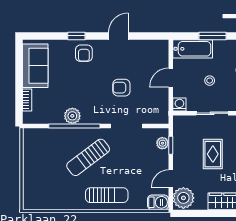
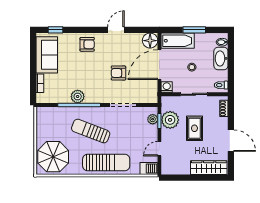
window: (76, 36) -> (56, 30), moved
floor lamp: (159, 49) -> (150, 41), added
armchair: (84, 53) -> (87, 44), turned -90
door: (171, 78) -> (159, 65), width x1.87
sun lounger: (88, 157) -> (91, 131), turned 58
parasol: (43, 188) -> (53, 157), added
sun lounger: (107, 195) -> (106, 162), width x1.36, depth x1.34
plant: (183, 198) -> (170, 120), moved

